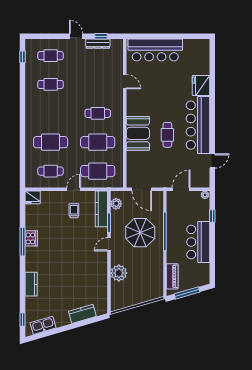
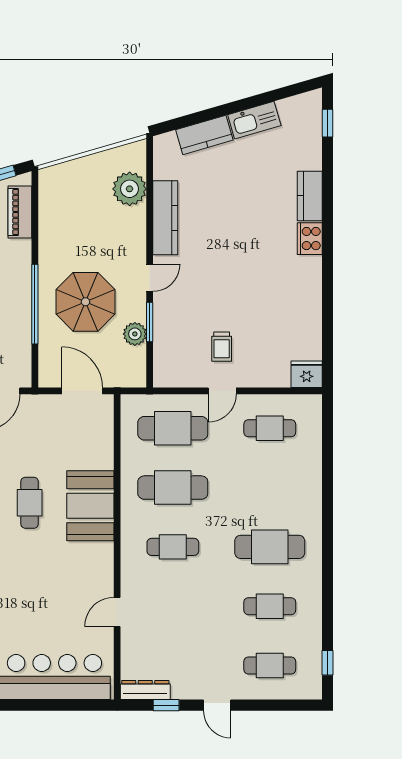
dresser: (98, 44) -> (145, 690), moved
door: (125, 82) -> (117, 612), hinge flipped
cafe table: (51, 142) -> (270, 547), moved
plant: (116, 204) -> (135, 334), moved
kitchen counter: (101, 209) -> (165, 218), moved
cooker: (31, 238) -> (310, 239), moved
window: (22, 242) -> (328, 283), removed
plant: (119, 273) -> (130, 189), moved
kitchen sink: (43, 325) -> (254, 120), moved

